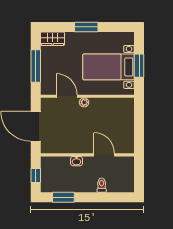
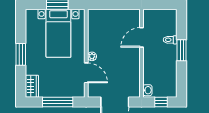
door: (67, 96) -> (86, 73), swing flipped
washbasin: (76, 161) -> (147, 90), moved
window: (63, 197) -> (182, 50), moved

